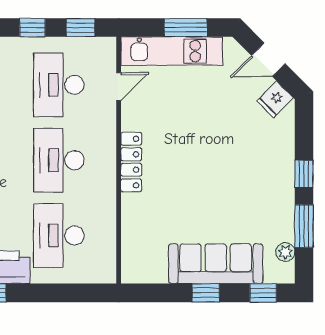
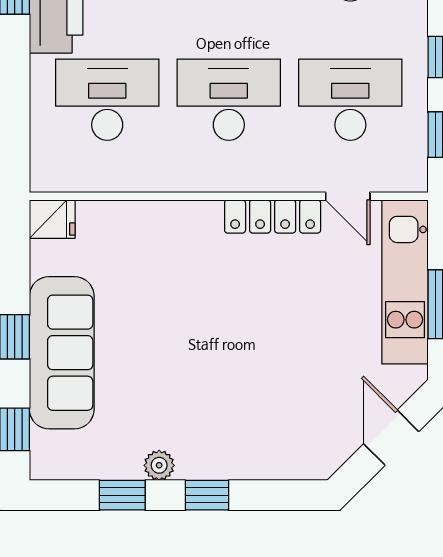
fridge: (275, 99) -> (52, 219), moved, turned 135
locker: (131, 162) -> (273, 216), moved
window: (304, 226) -> (122, 495), width x0.67
plant: (285, 252) -> (159, 465), moved

